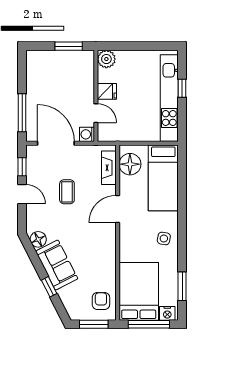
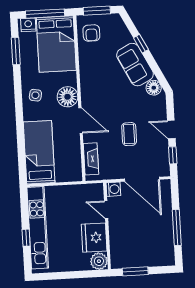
fridge: (107, 91) -> (94, 238), width x1.88, depth x1.34
window: (22, 113) -> (177, 227), moved
floor lamp: (130, 164) -> (67, 97), moved
door: (118, 209) -> (81, 120), hinge flipped

